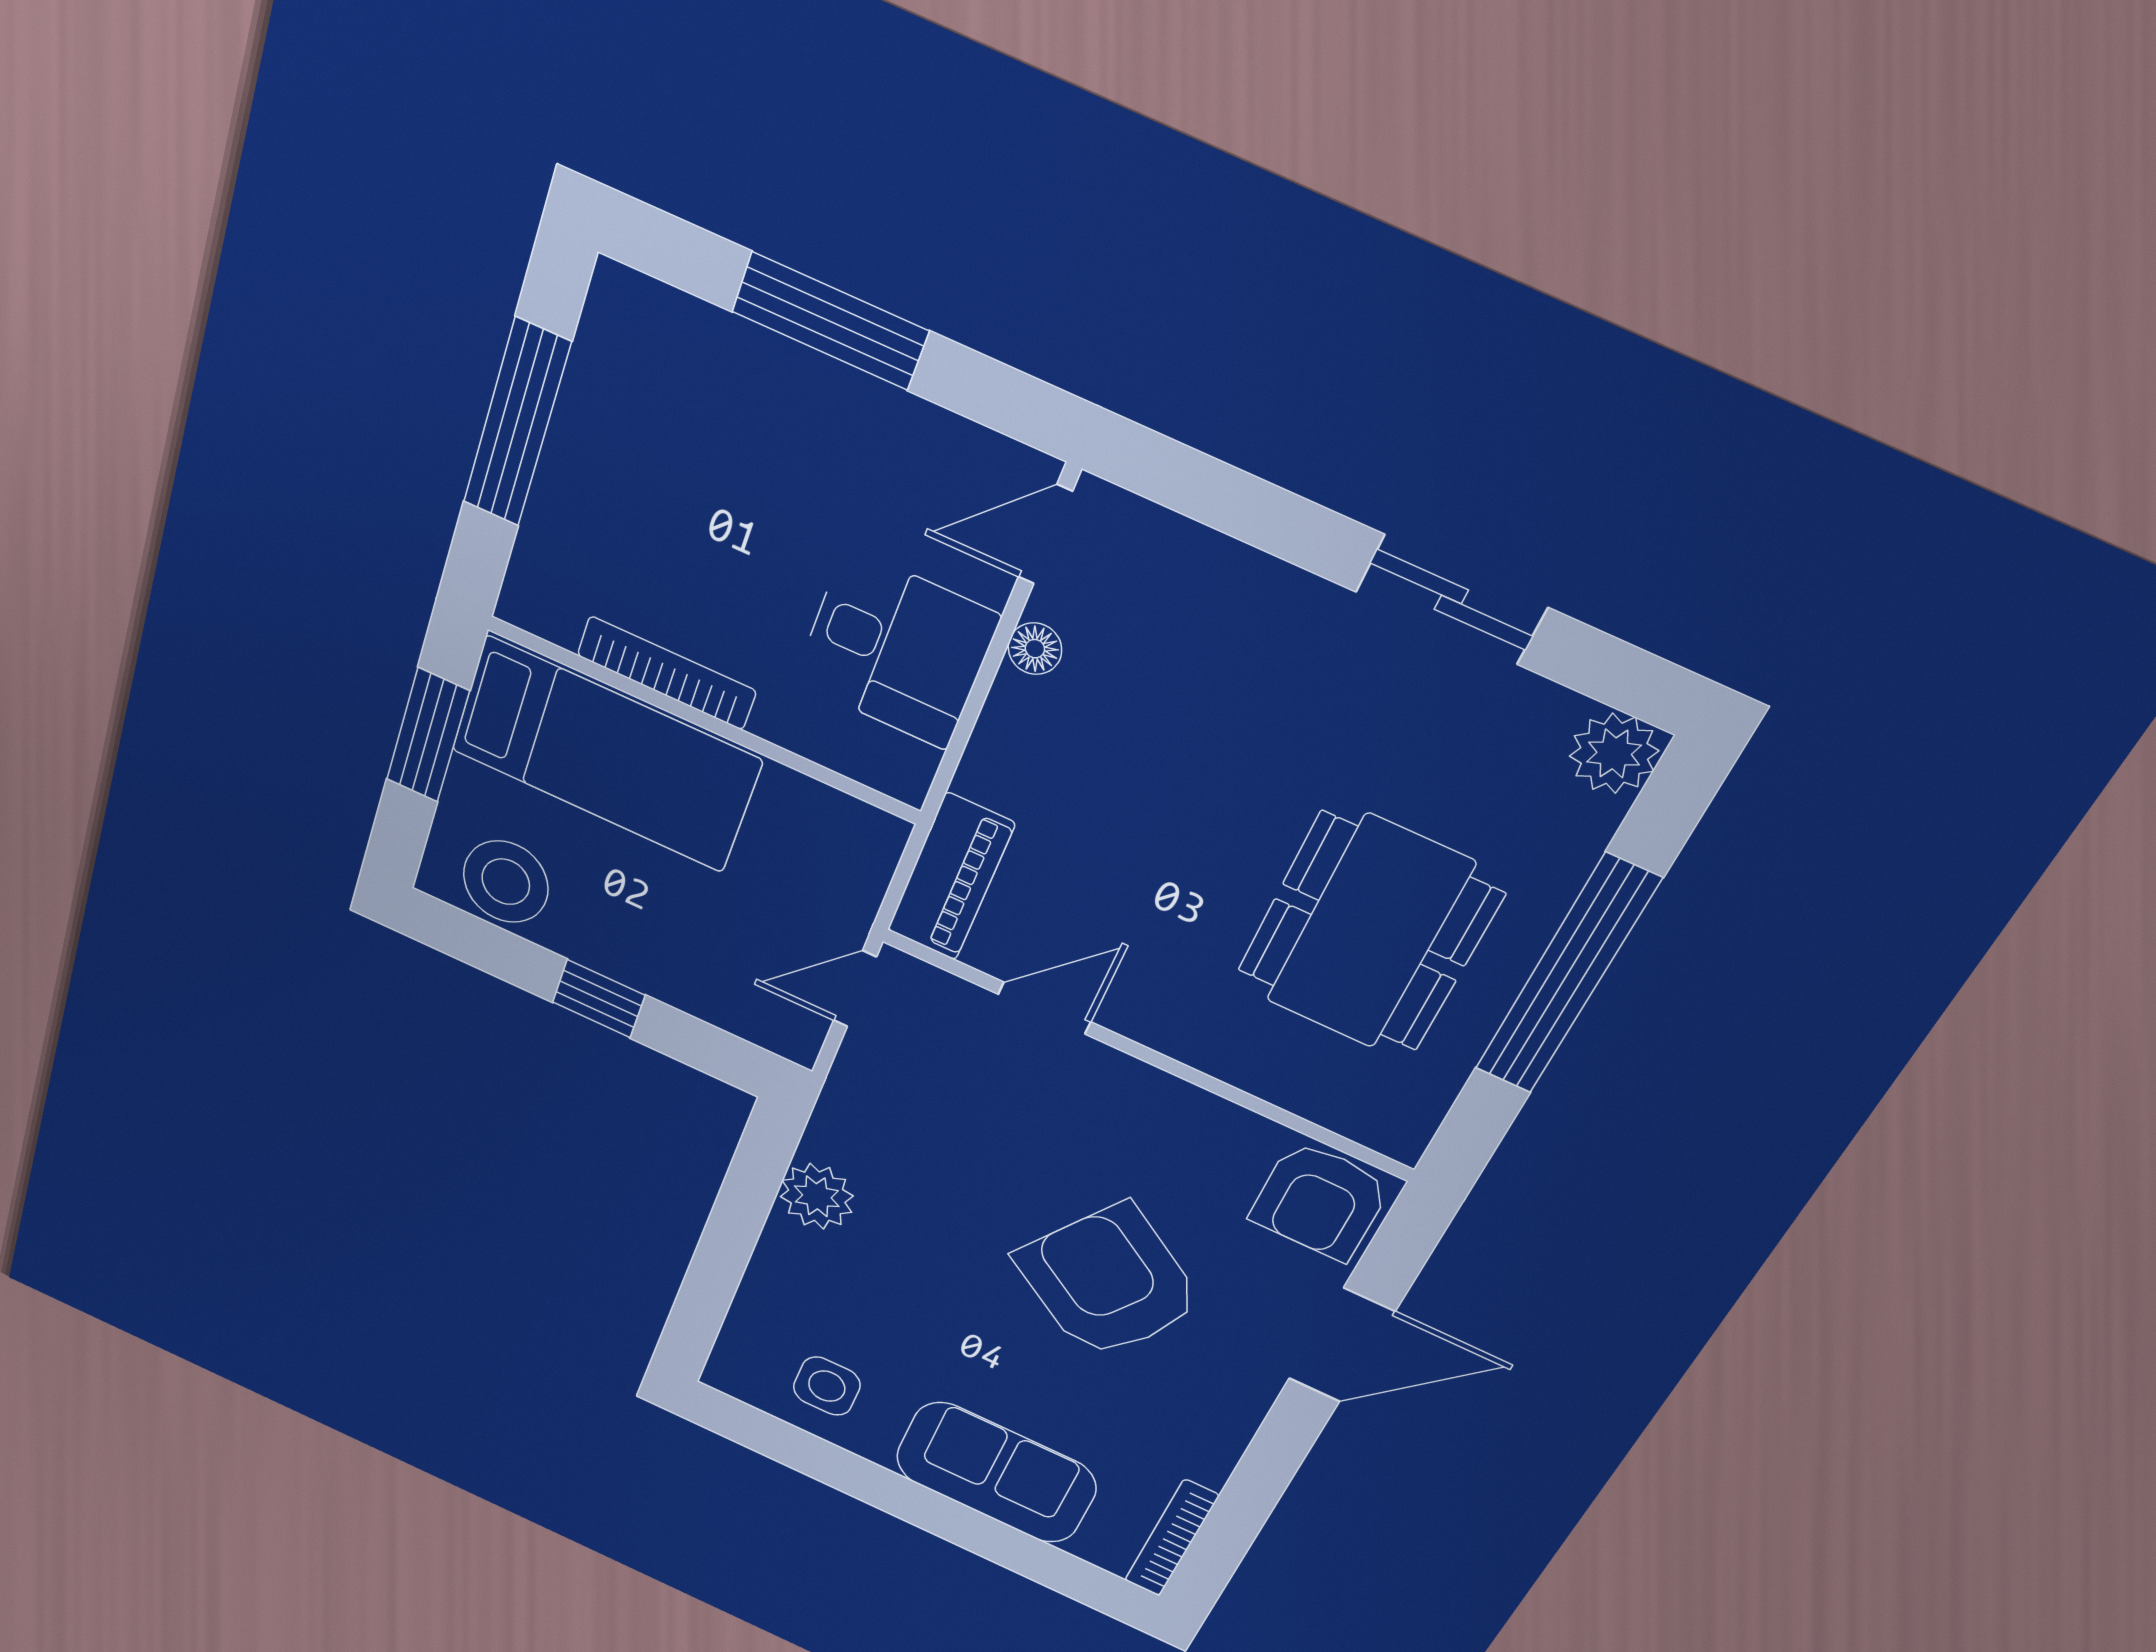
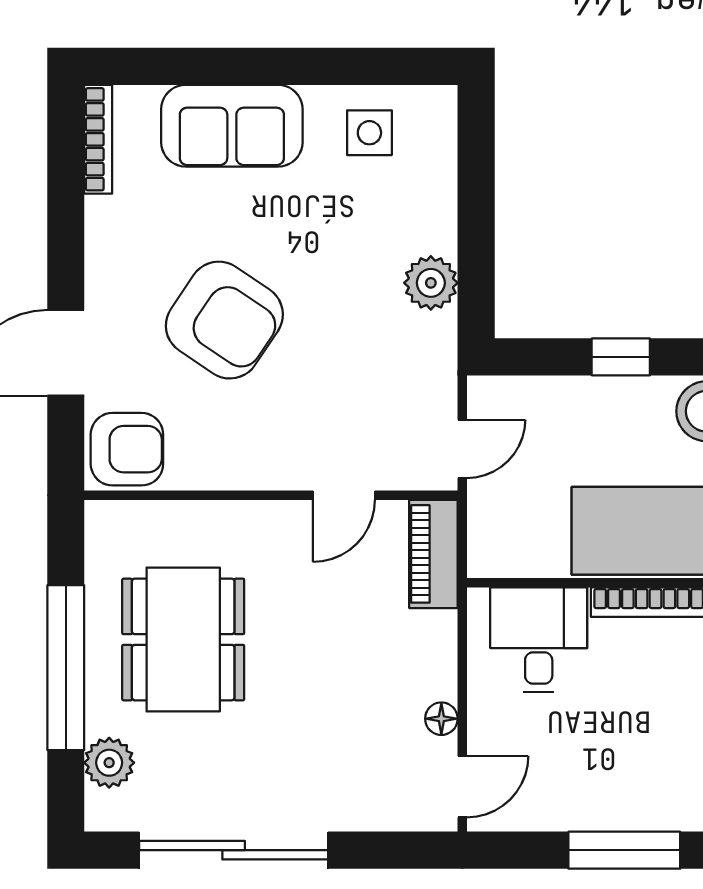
sliding door: (1451, 600) -> (234, 850), width x1.86
desk: (896, 649) -> (539, 640), moved, turned 90
plant: (1614, 753) -> (109, 763), moved
armchair: (1320, 1201) -> (127, 449), turned 90

